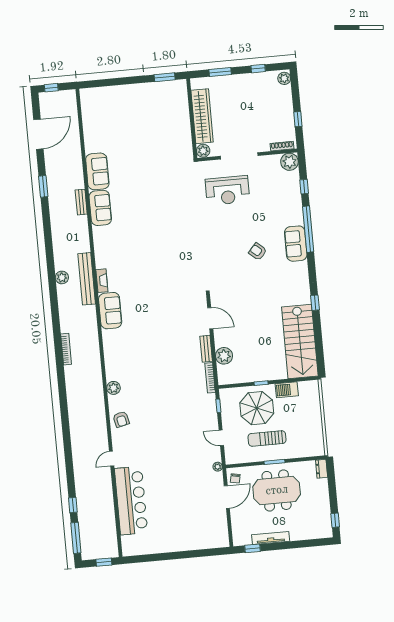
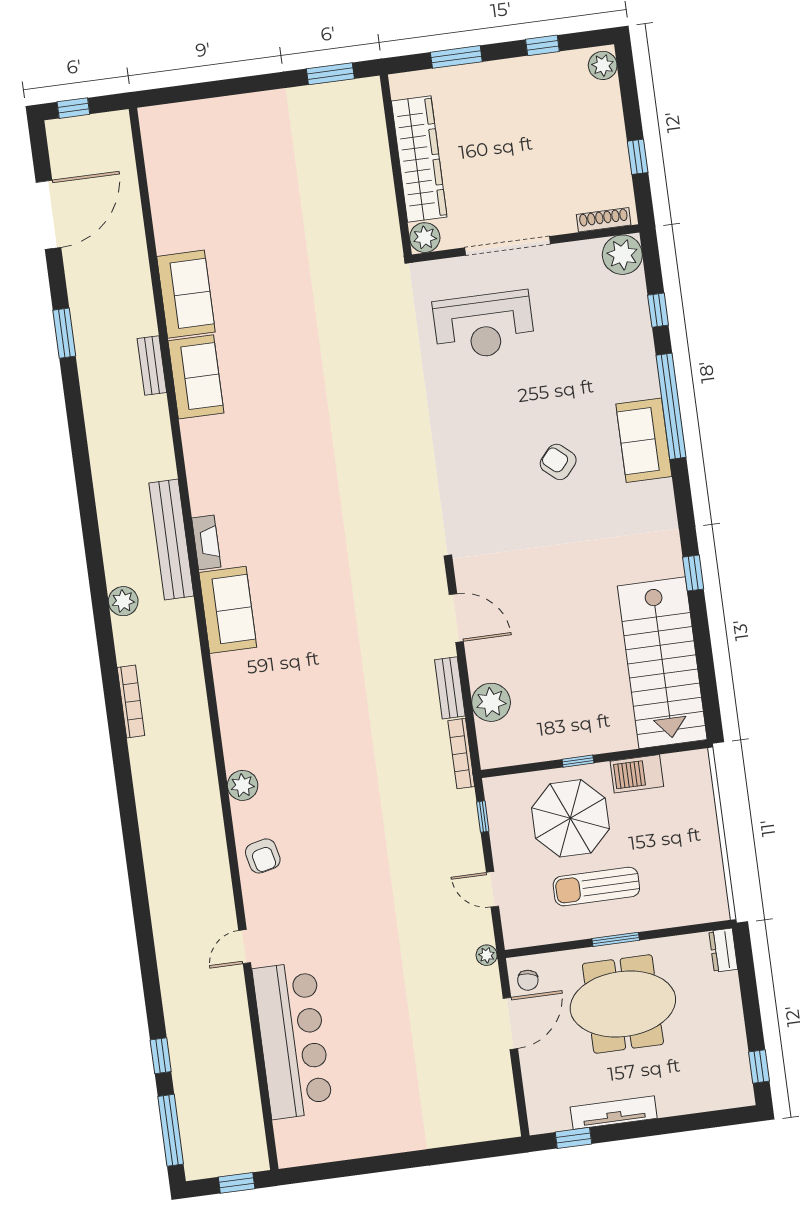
plant: (62, 277) -> (123, 601), moved

